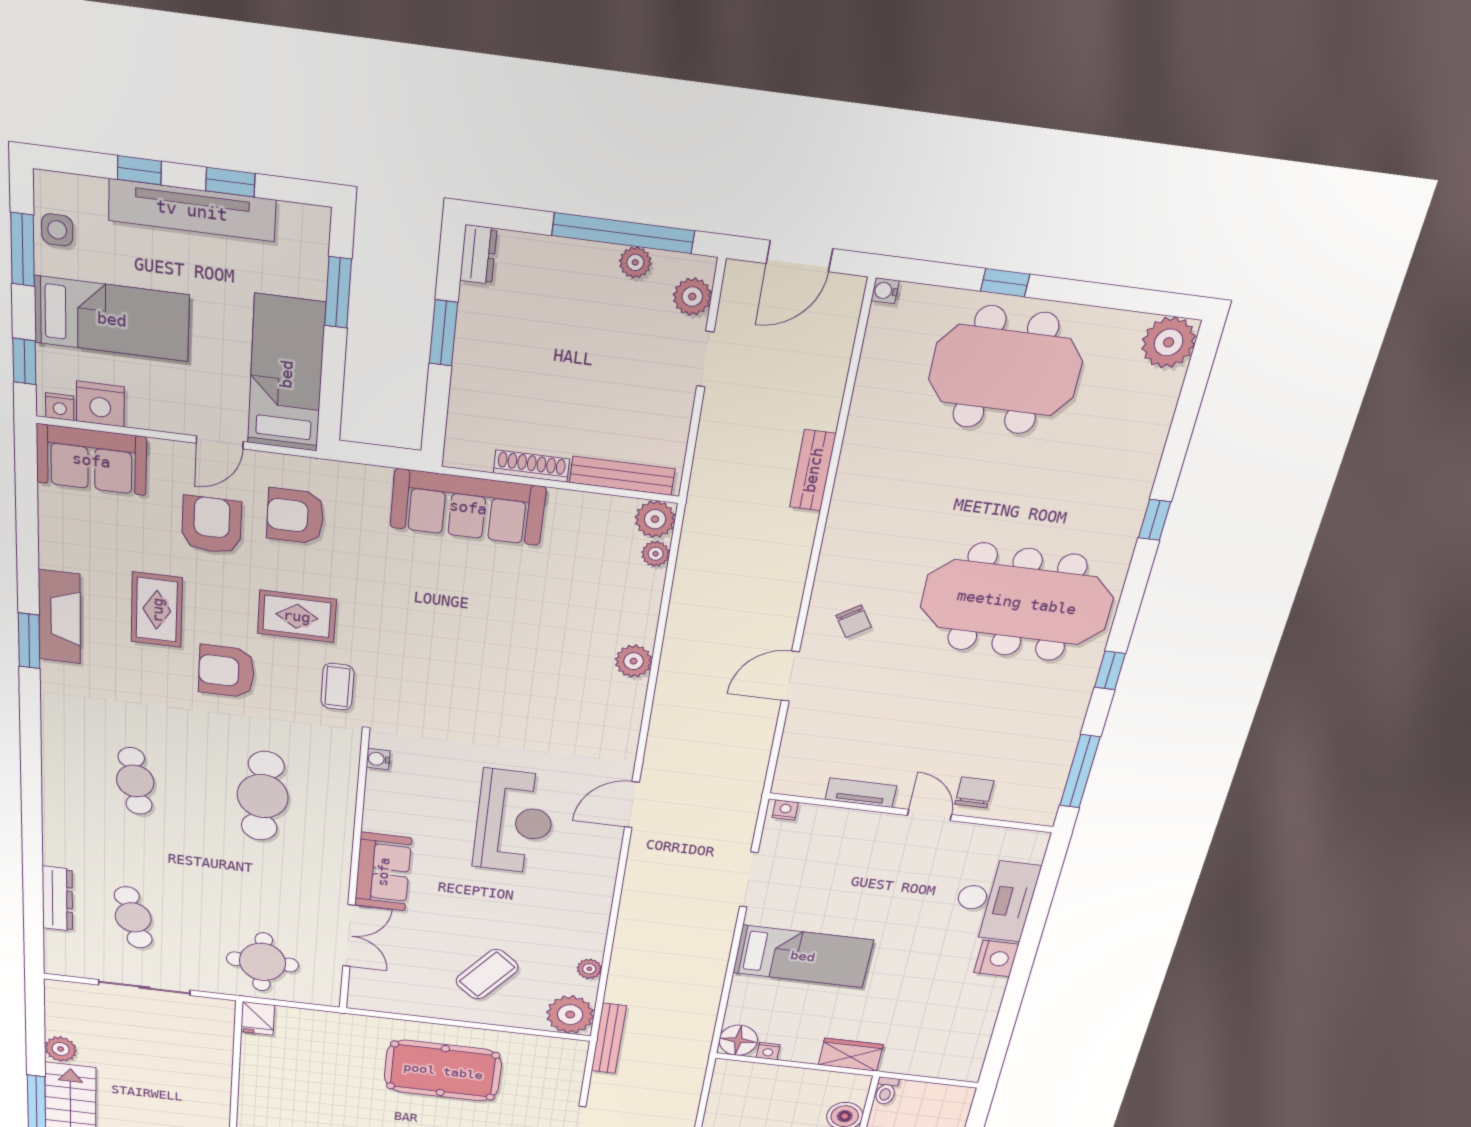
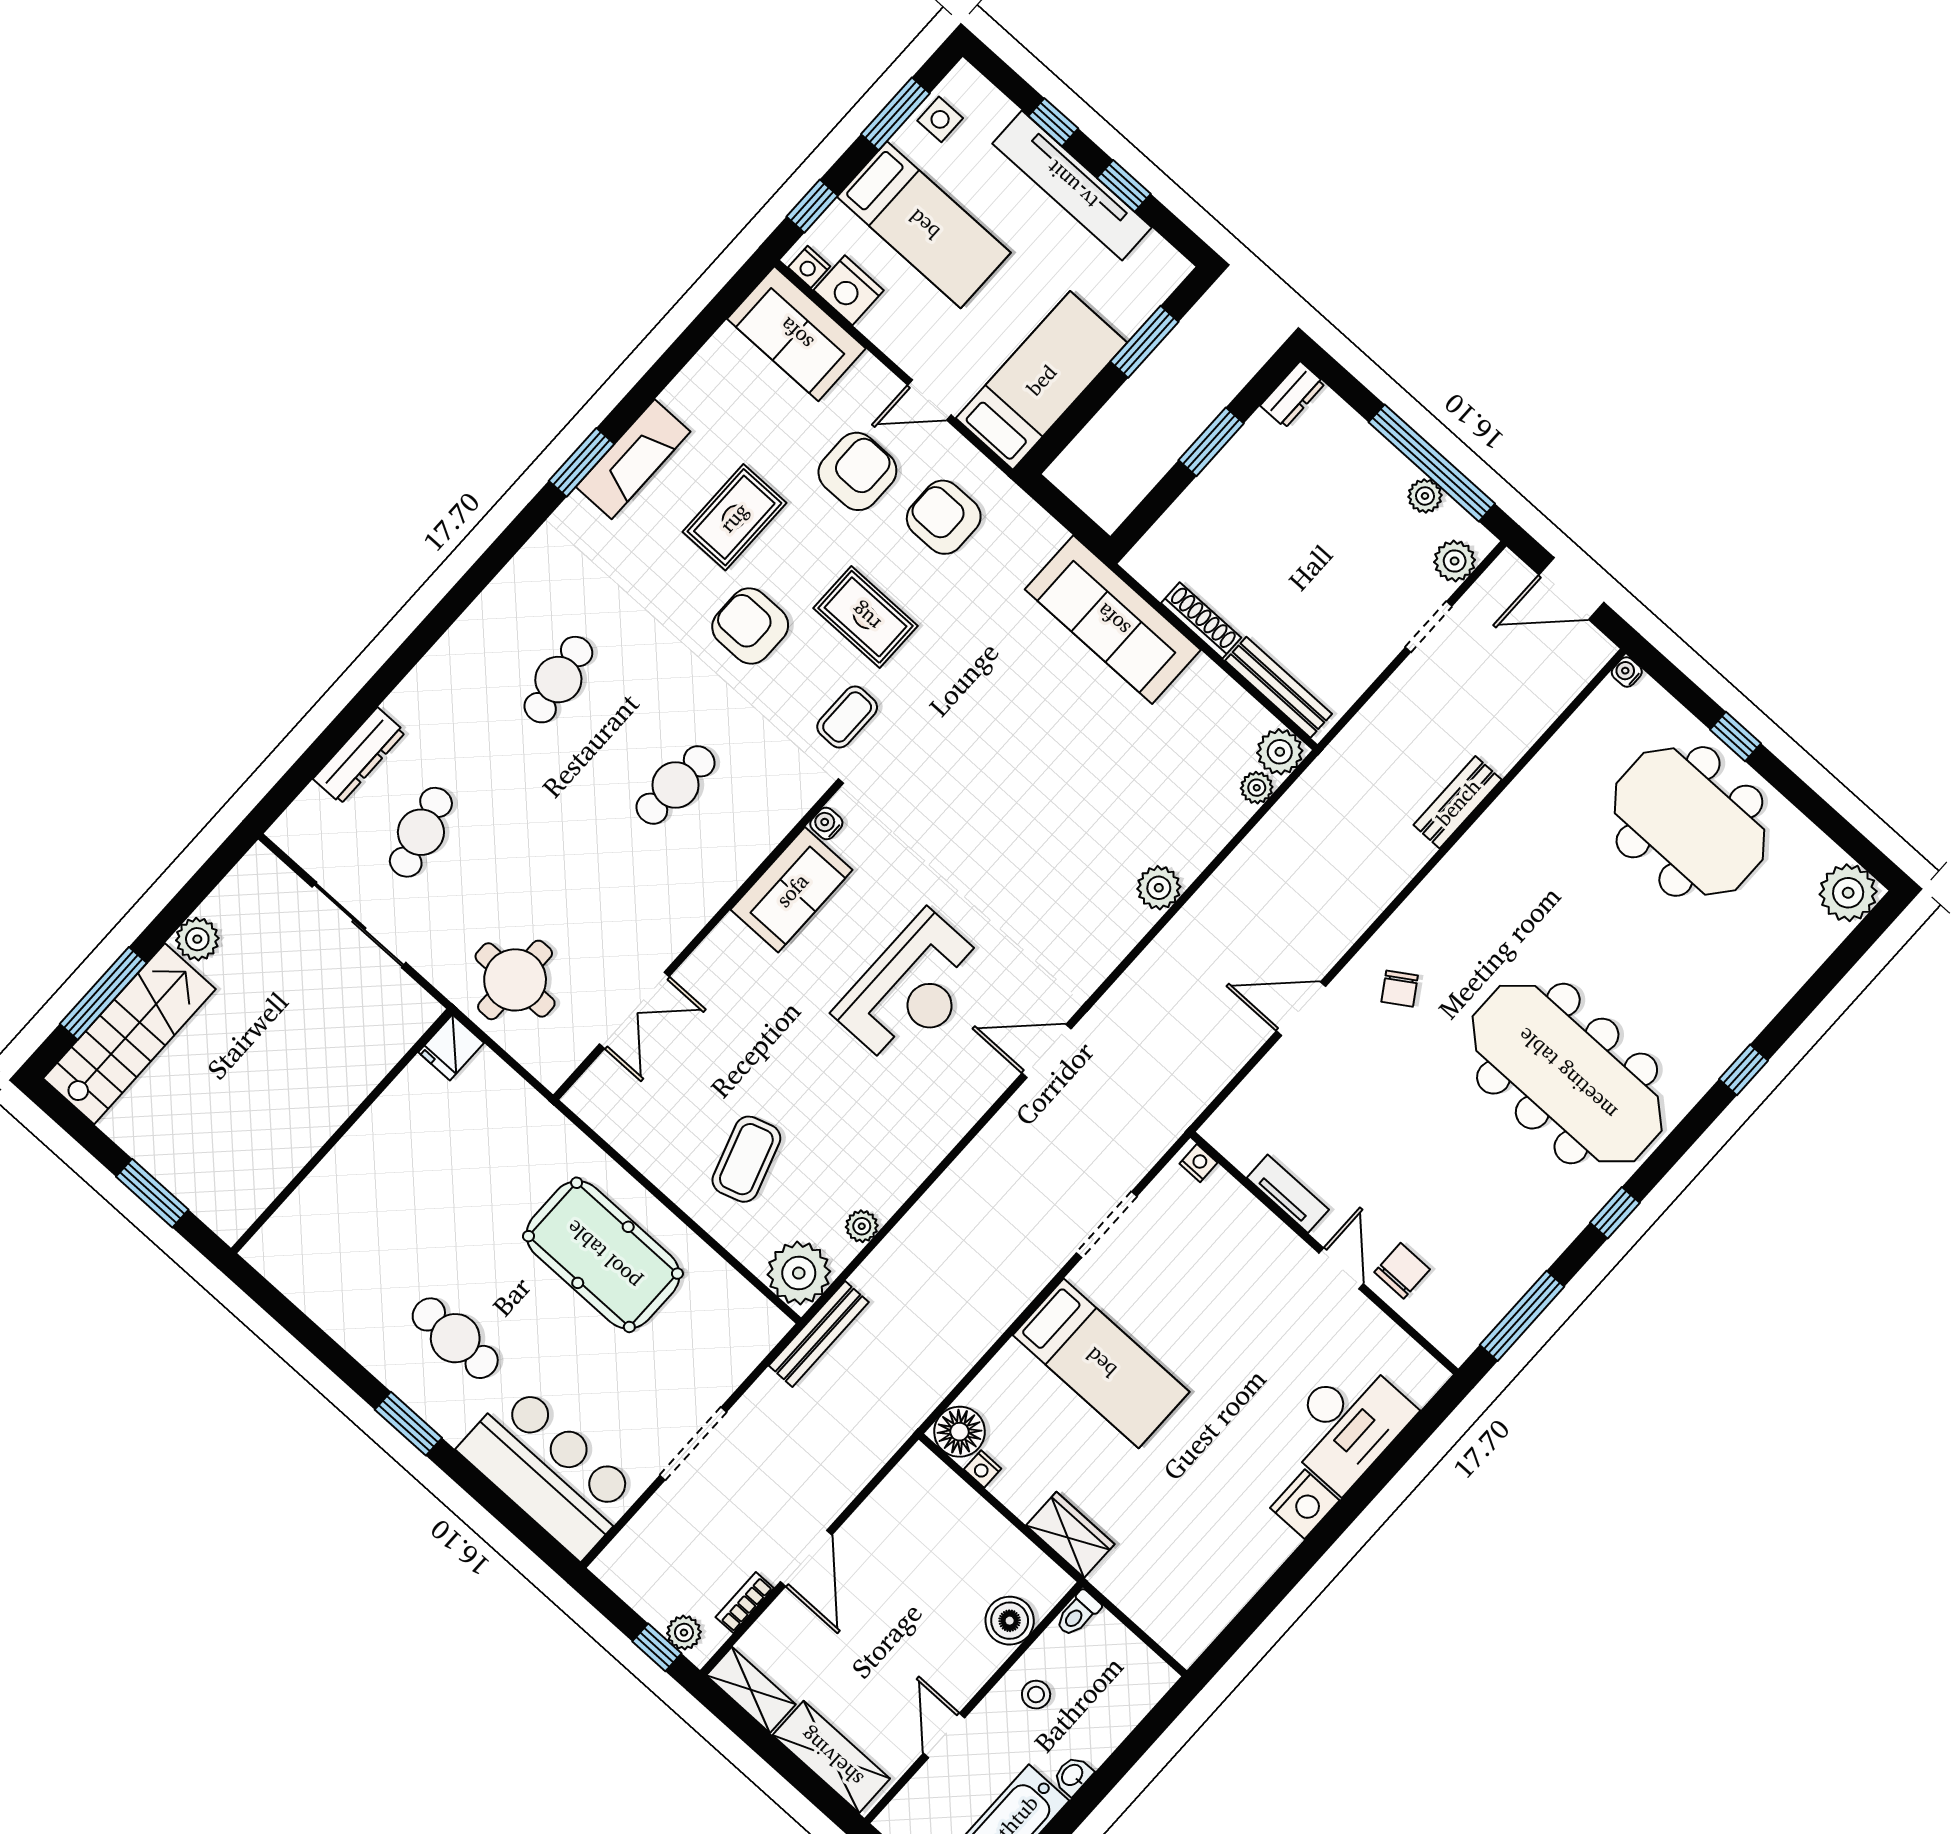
cafe table: (263, 796) -> (676, 785), width x0.73, depth x0.74
sofa: (383, 872) -> (792, 890), moved
coffee table: (487, 974) -> (746, 1159), turned -57

